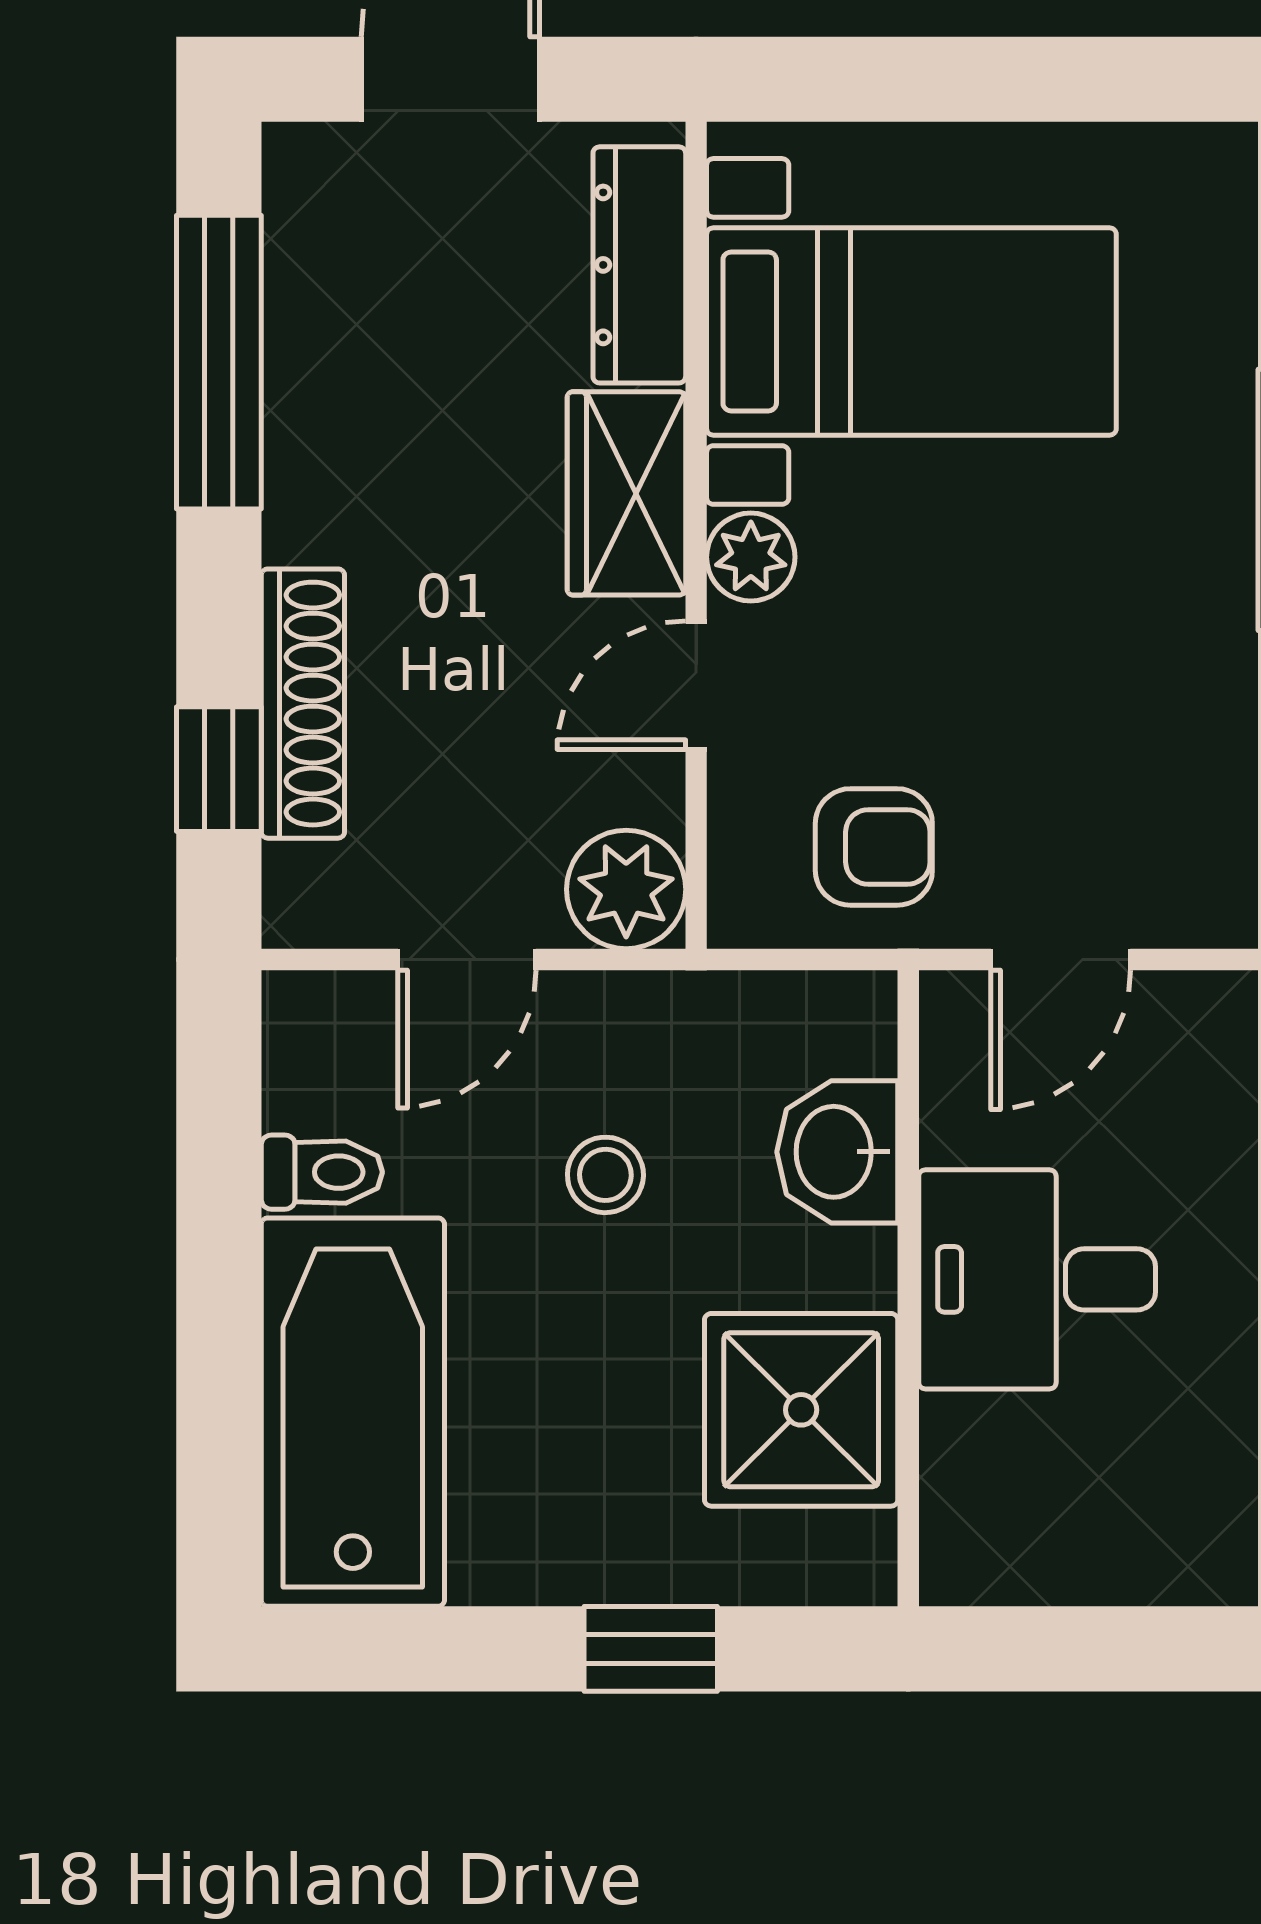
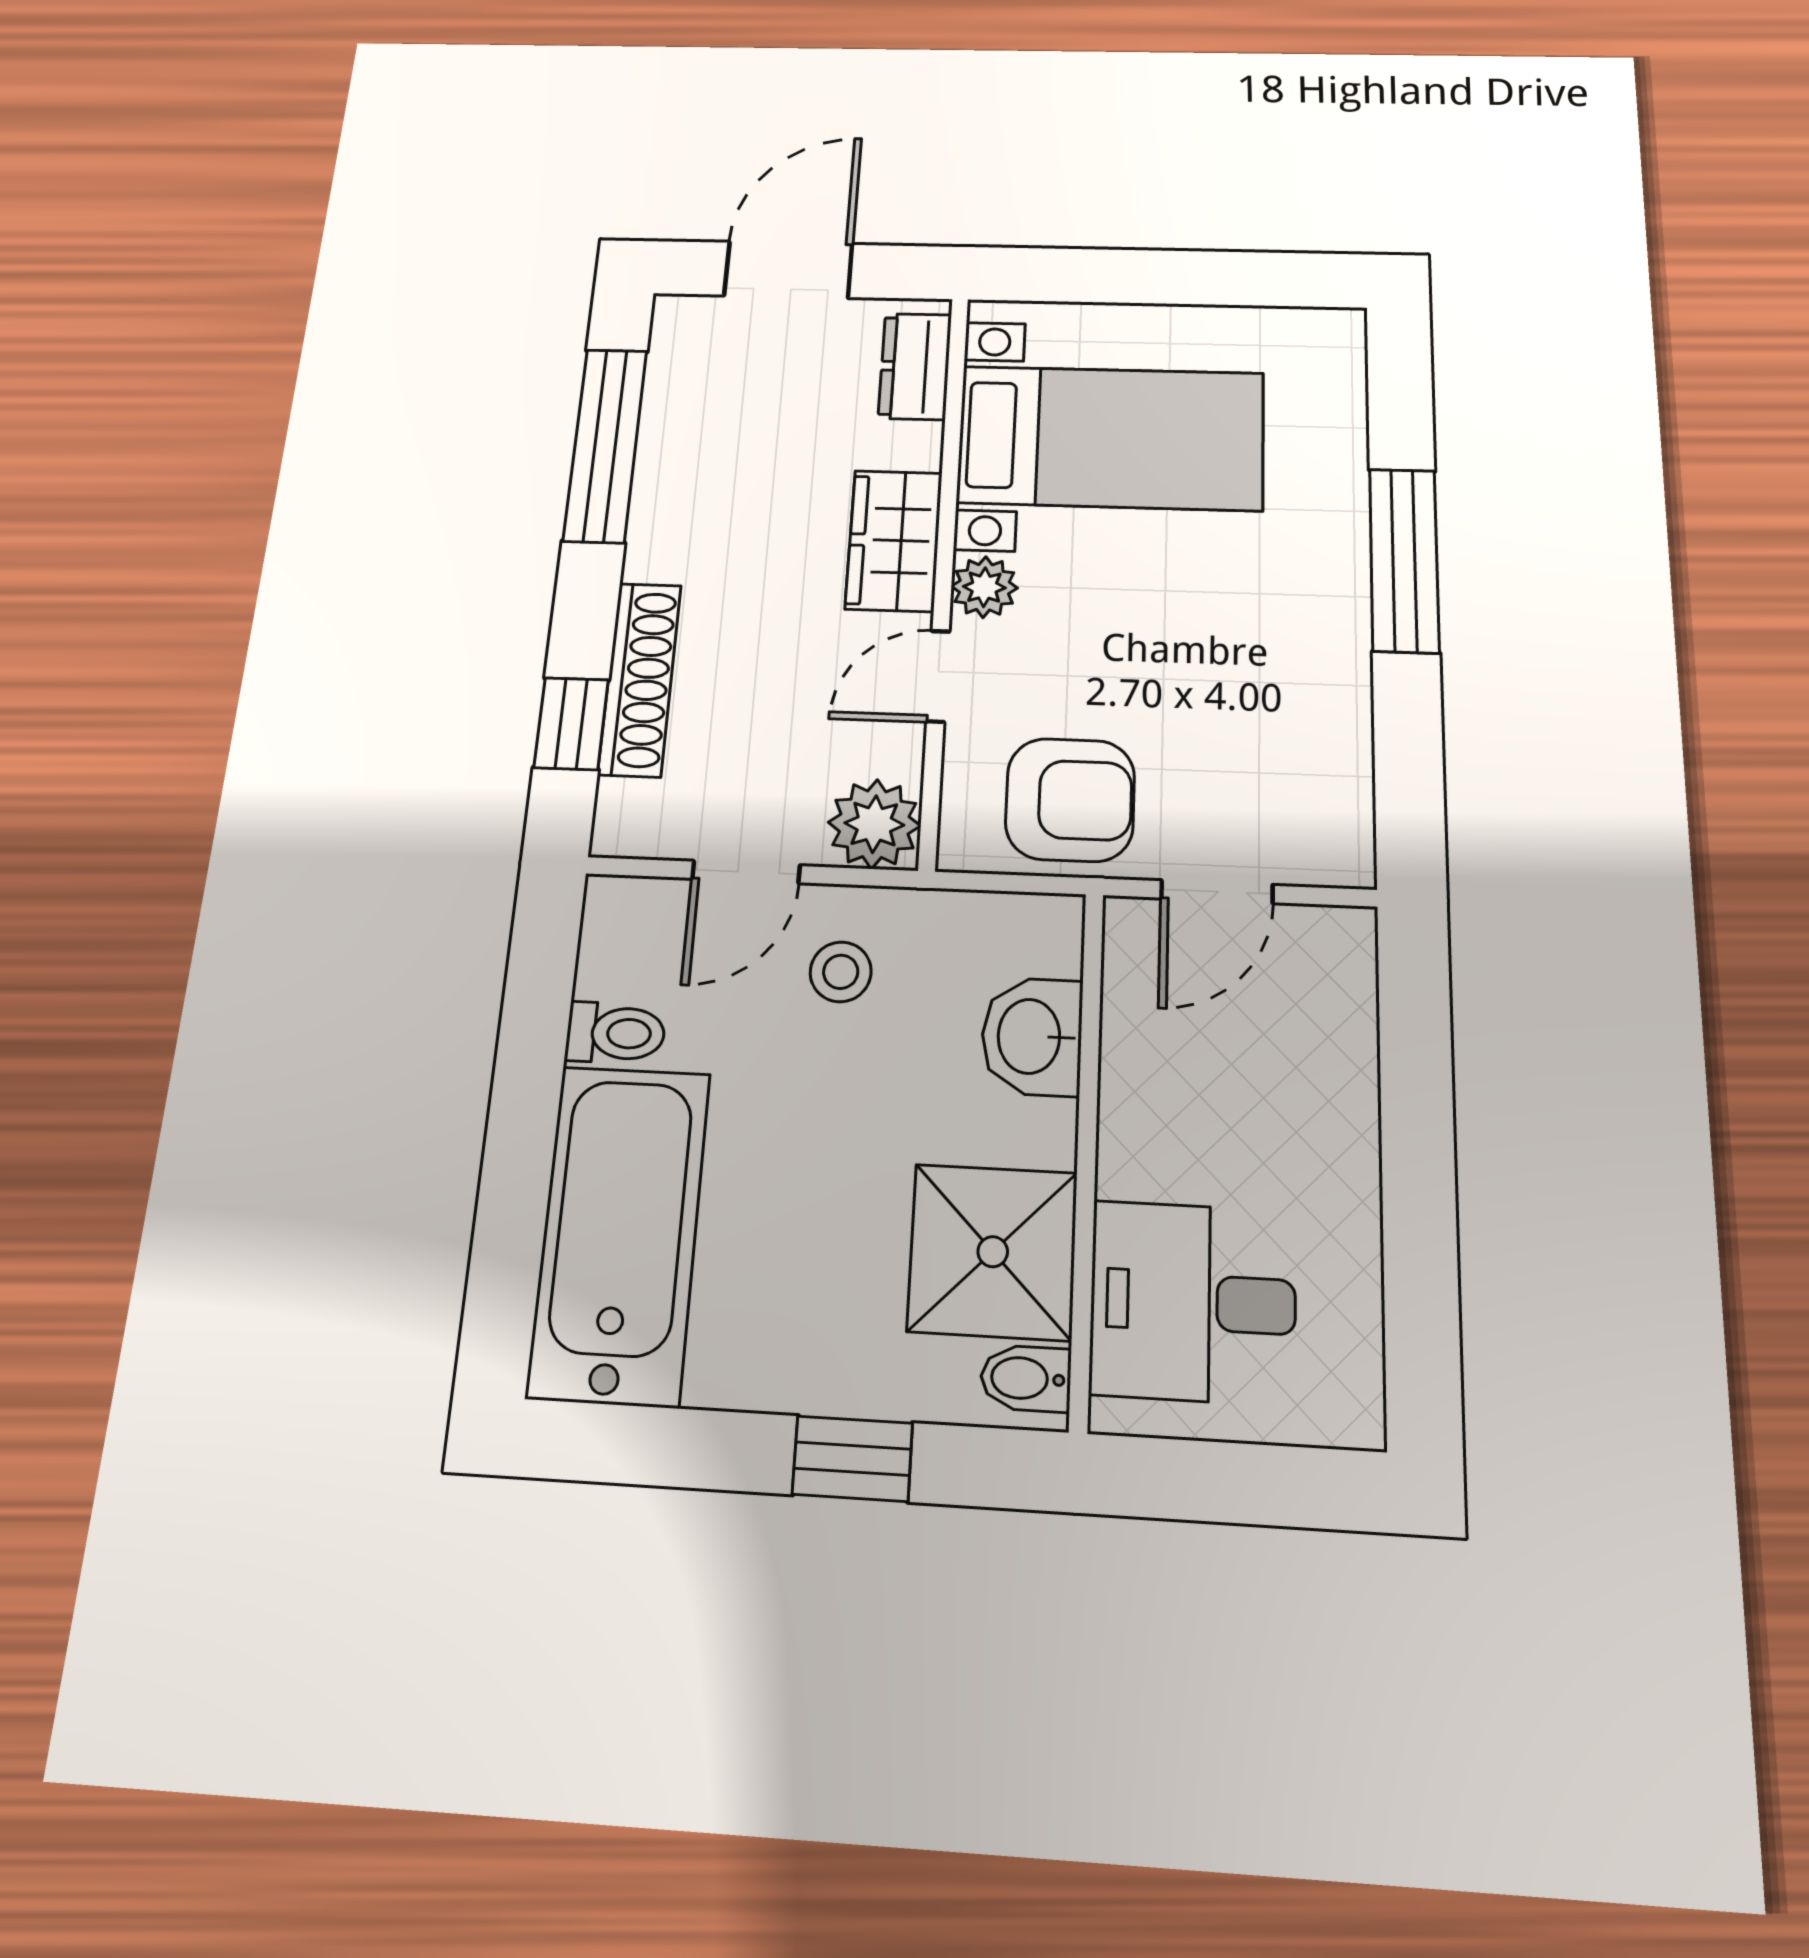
dresser: (639, 265) -> (915, 366), width x0.70
armchair: (874, 847) -> (1070, 800), width x1.38, depth x1.38
stool: (605, 1175) -> (841, 972), moved
desk: (1037, 1279) -> (1193, 1302), moved
bidet: (846, 1550) -> (1026, 1378), added

